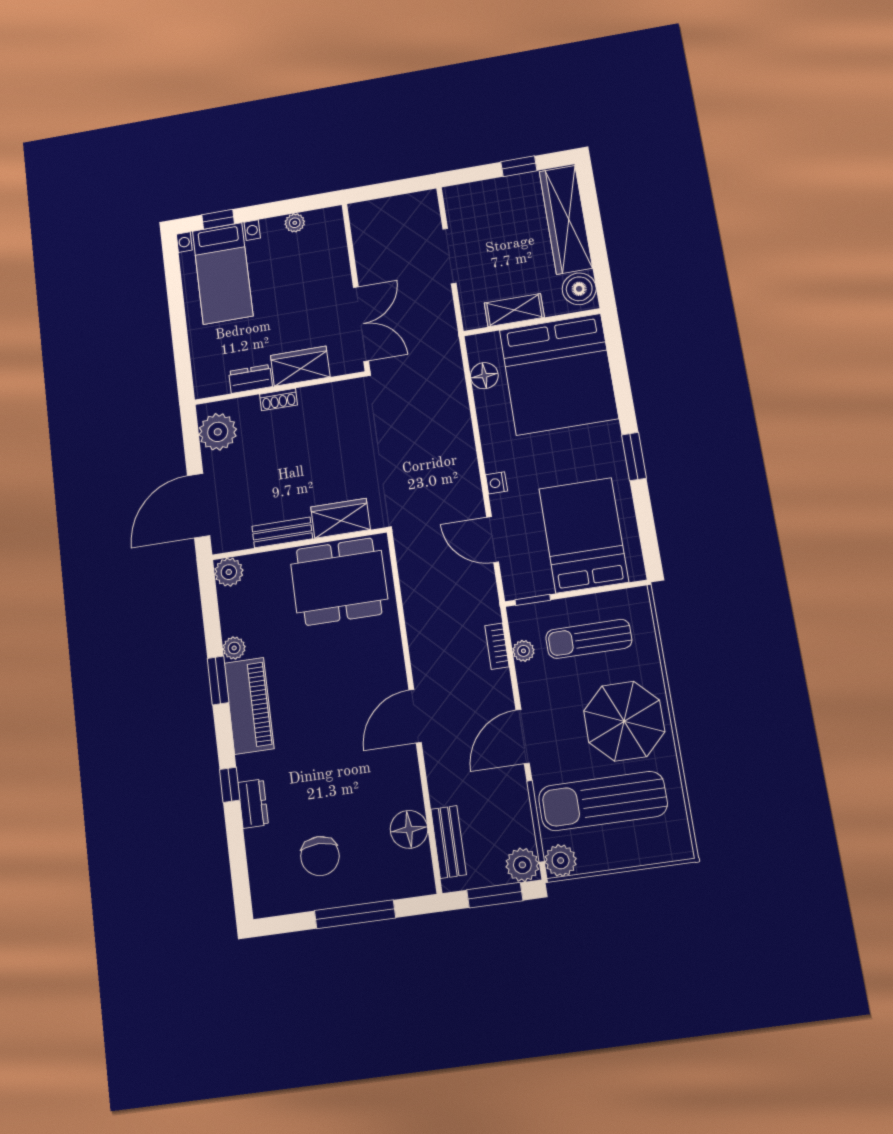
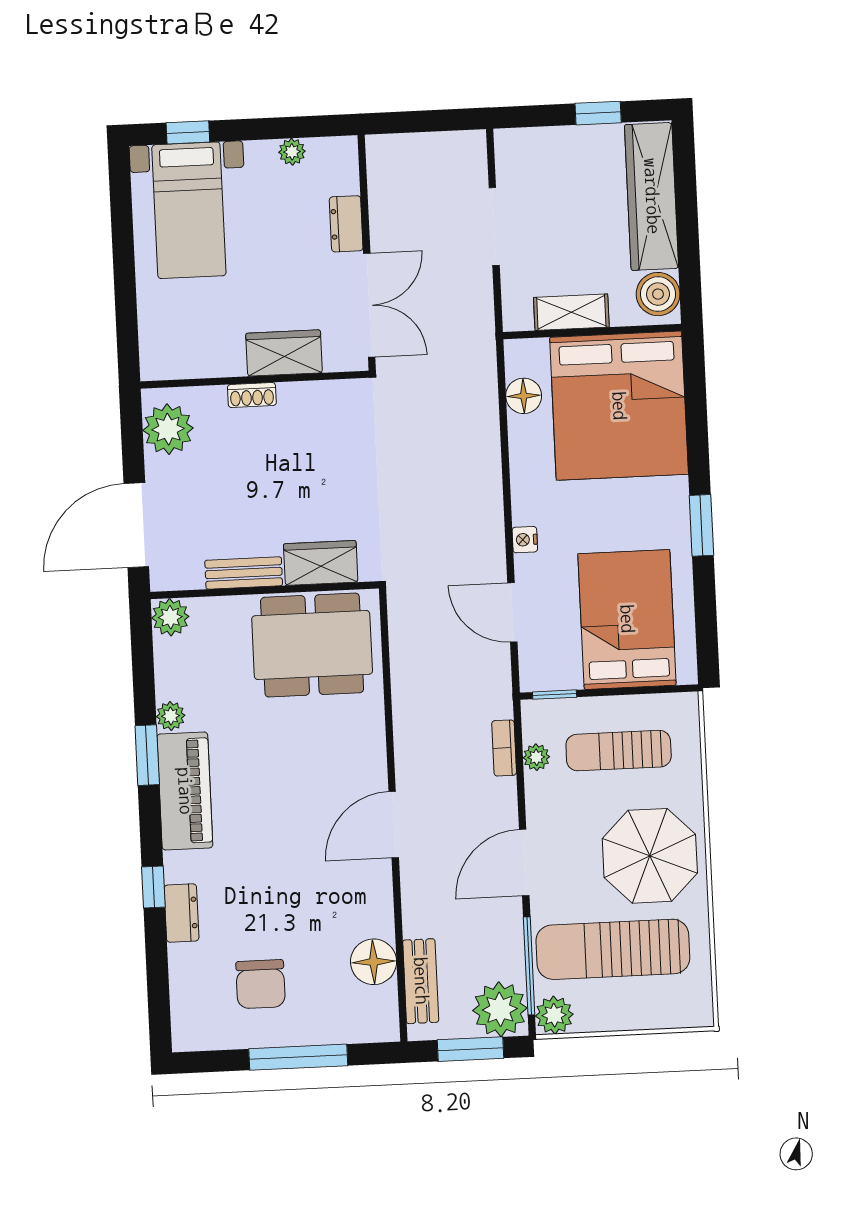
dresser: (250, 379) -> (346, 224), moved, turned -90
plant: (522, 865) -> (500, 1009), width x1.36, depth x1.36

